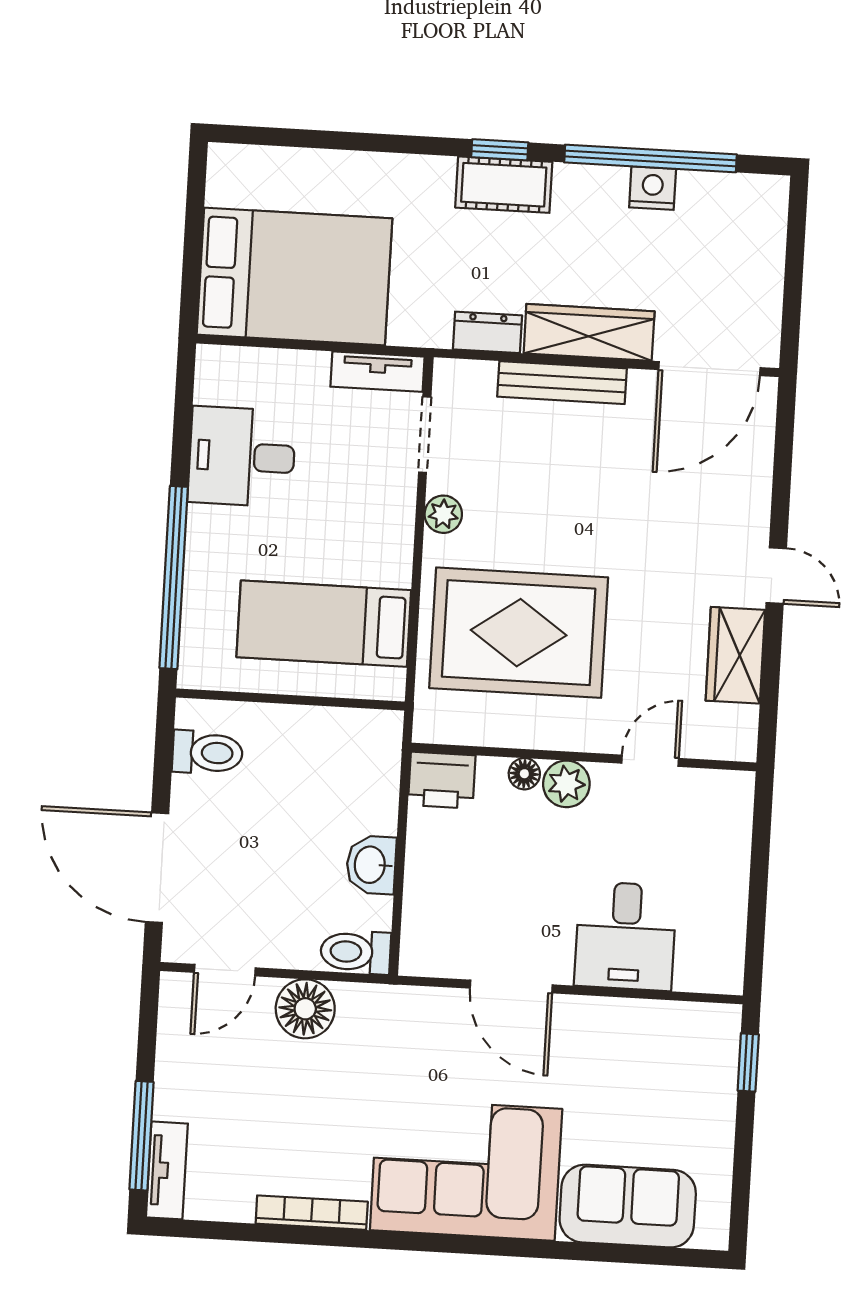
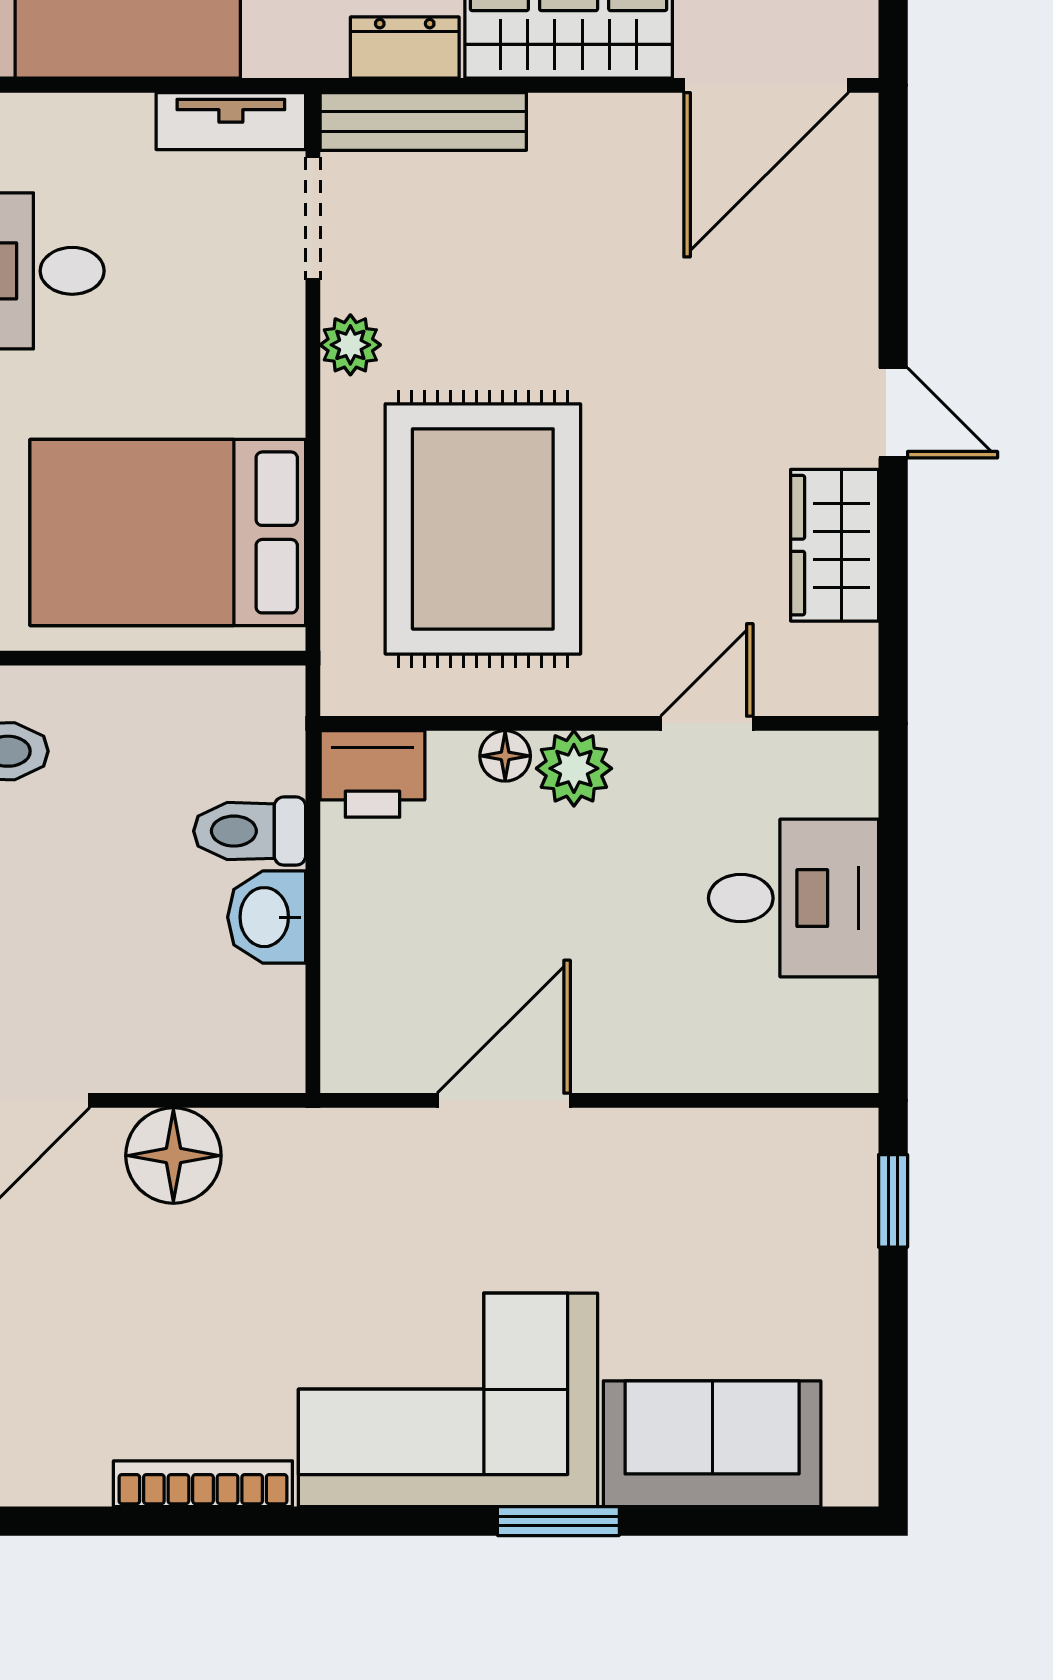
bench: (562, 383) -> (423, 121), moved
bed: (324, 624) -> (168, 532), width x1.50
rug: (519, 633) -> (483, 529), turned 90
desk: (625, 936) -> (793, 898), moved, turned -90
toilet: (356, 952) -> (250, 831), moved
door: (511, 987) -> (504, 1100), swing flipped
window: (530, 1248) -> (558, 1521), added

